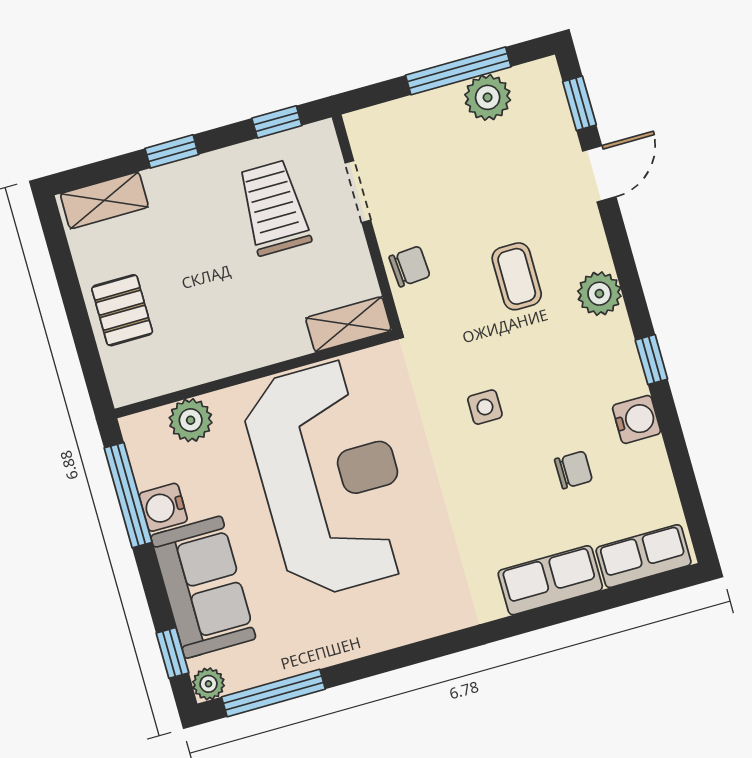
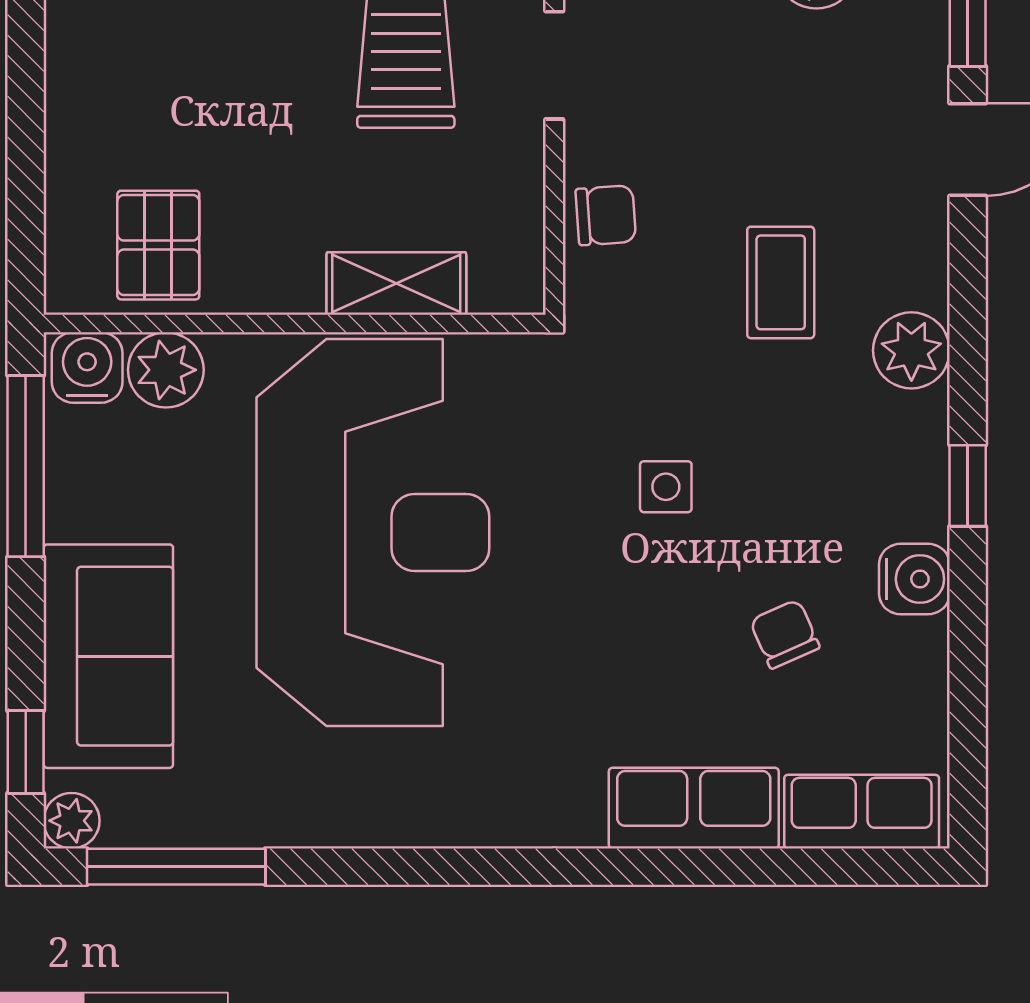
pallet: (122, 310) -> (158, 245), moved
shelving: (348, 324) -> (396, 284), moved
chair: (573, 470) -> (785, 634), turned -114
water cooler: (163, 507) -> (87, 367), moved, turned 90

